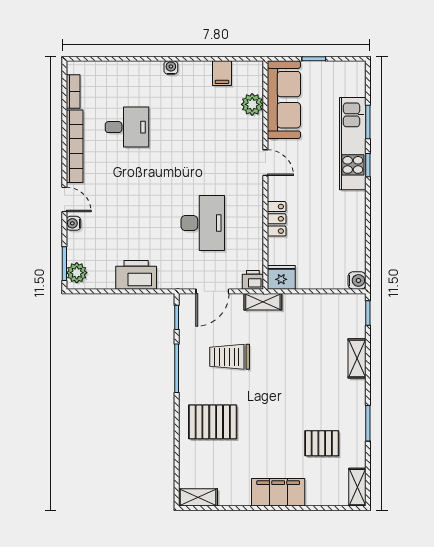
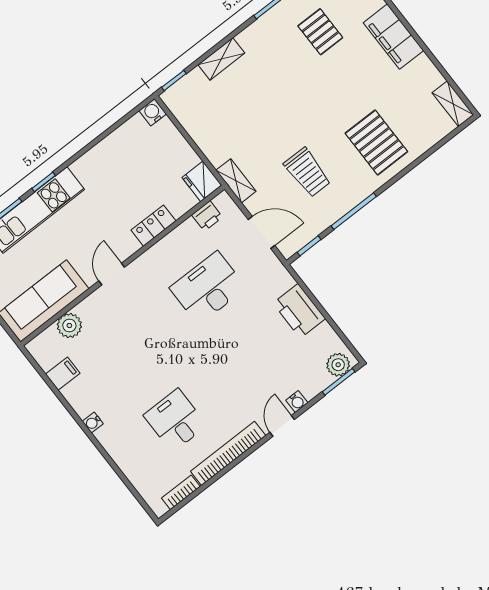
printer: (253, 280) -> (207, 216), moved, turned -90

